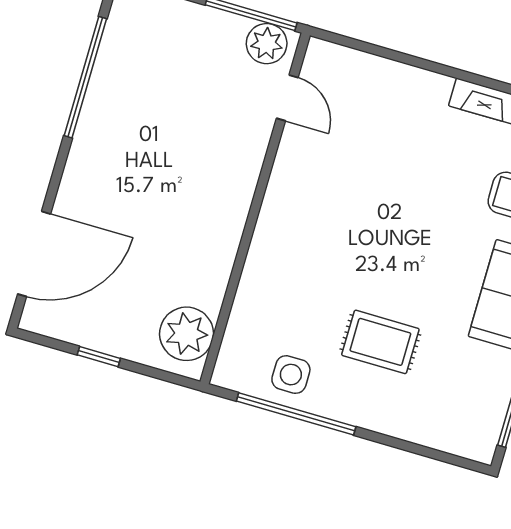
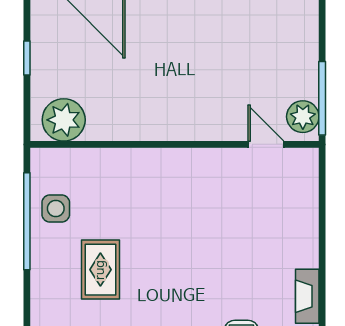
door: (287, 98) -> (266, 144), swing flipped

